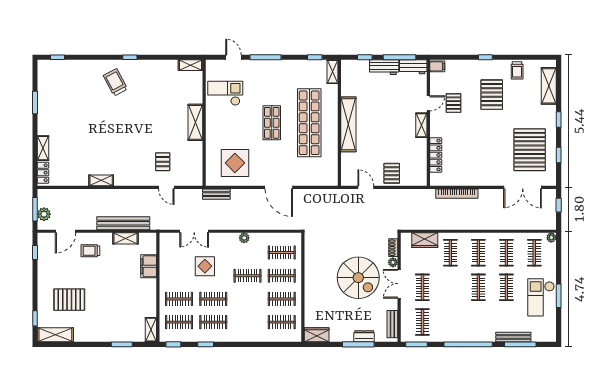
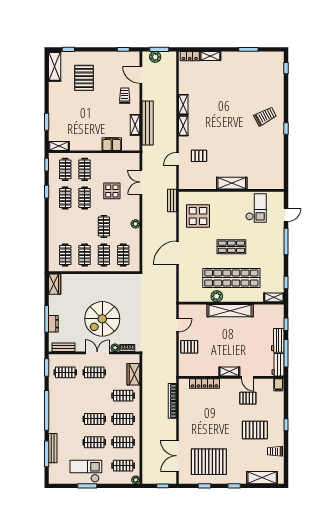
shelving: (191, 65) -> (183, 126), moved
plant: (331, 140) -> (217, 296), added

